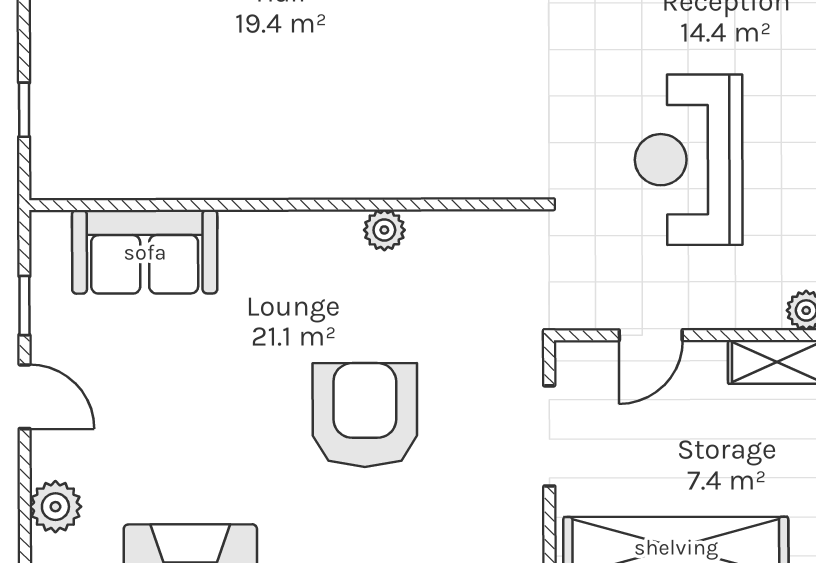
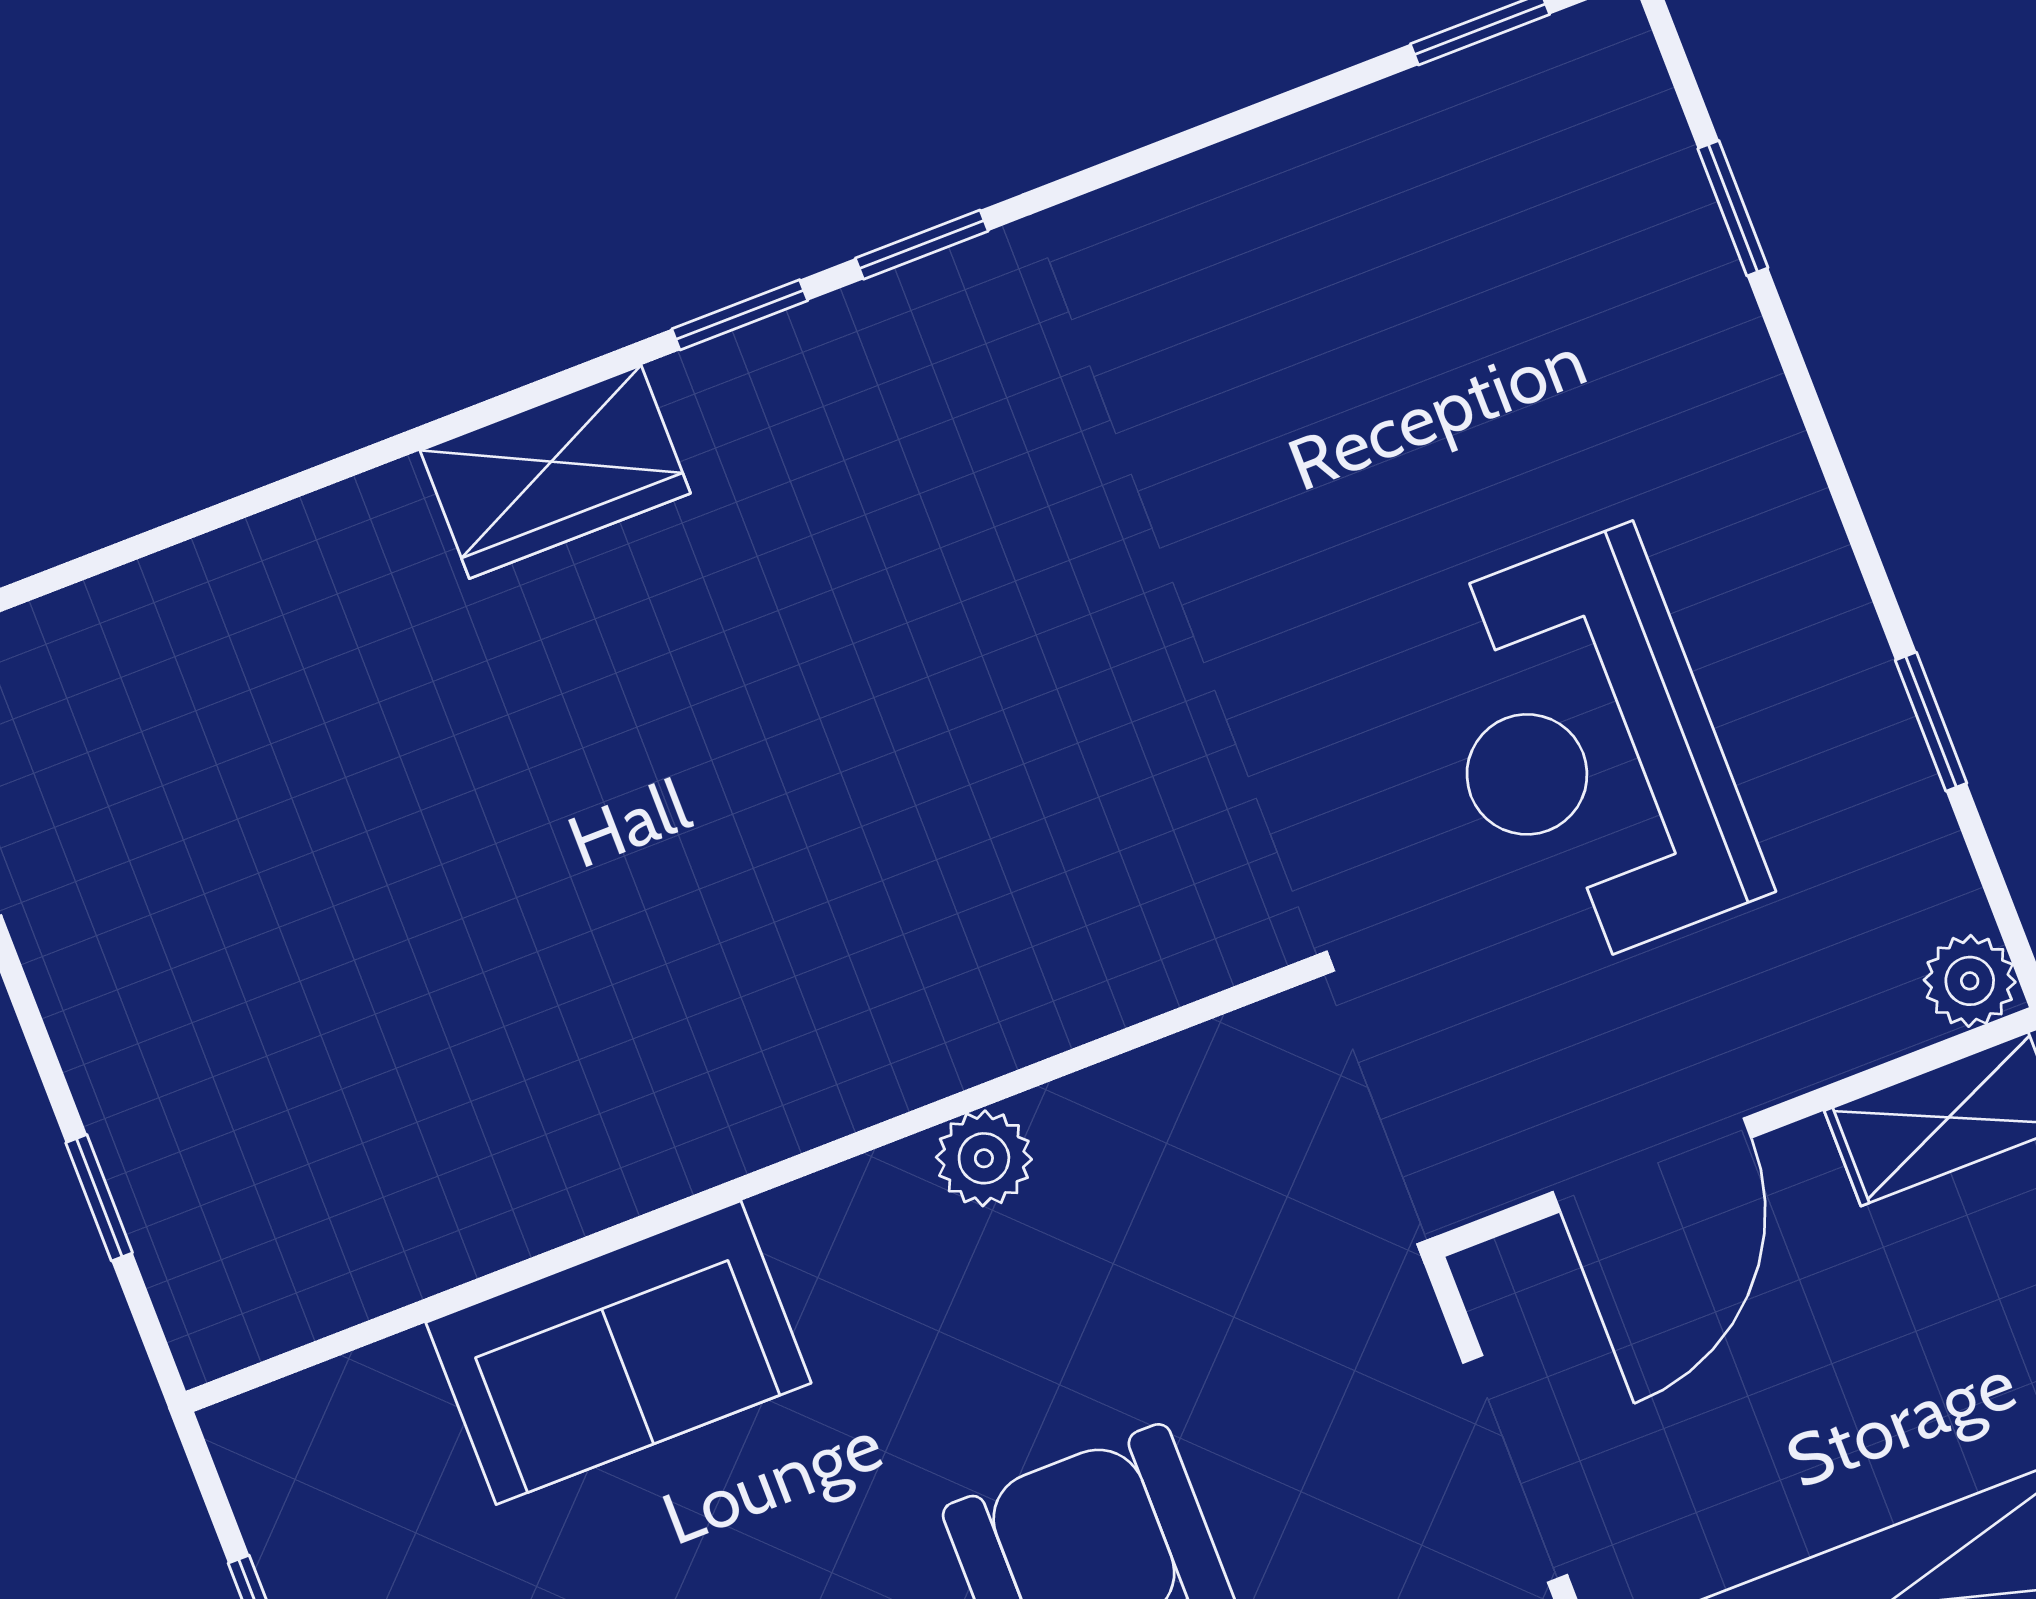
sofa: (145, 252) -> (619, 1353), moved
door: (651, 335) -> (1652, 1165), width x1.38

